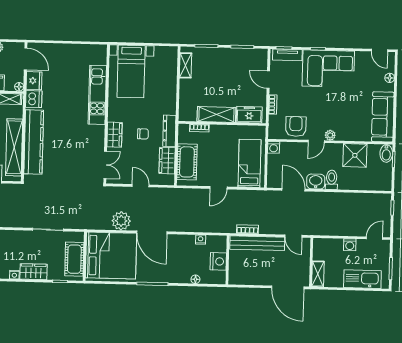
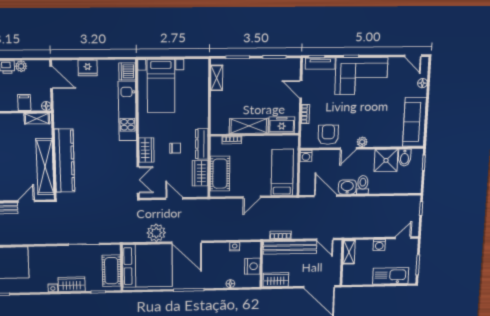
fridge: (34, 81) -> (88, 68), moved, turned 90
dishwasher: (34, 99) -> (127, 71), moved, turned 180
bidet: (386, 153) -> (405, 157), moved
shelving: (318, 274) -> (349, 252), moved
wardrobe: (242, 277) -> (276, 280), added

